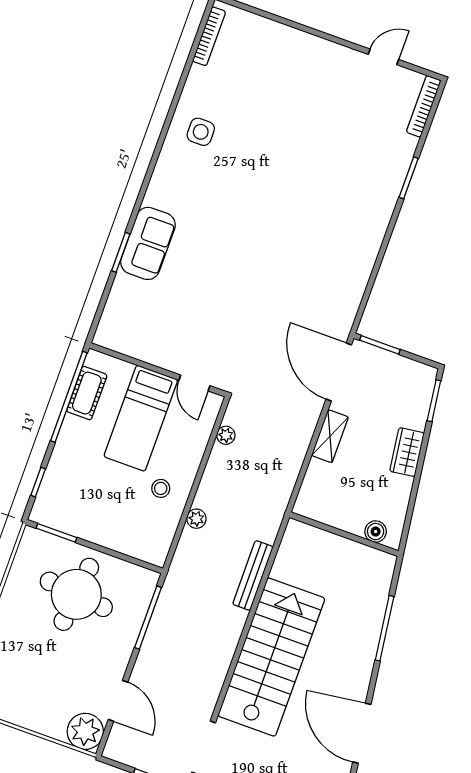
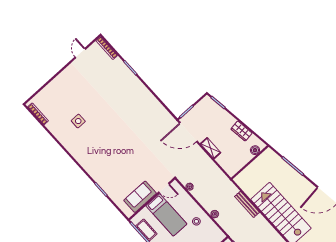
side table: (201, 132) -> (78, 121), moved
sofa: (148, 243) -> (140, 197), moved, turned -90
wardrobe: (407, 452) -> (241, 131), moved

